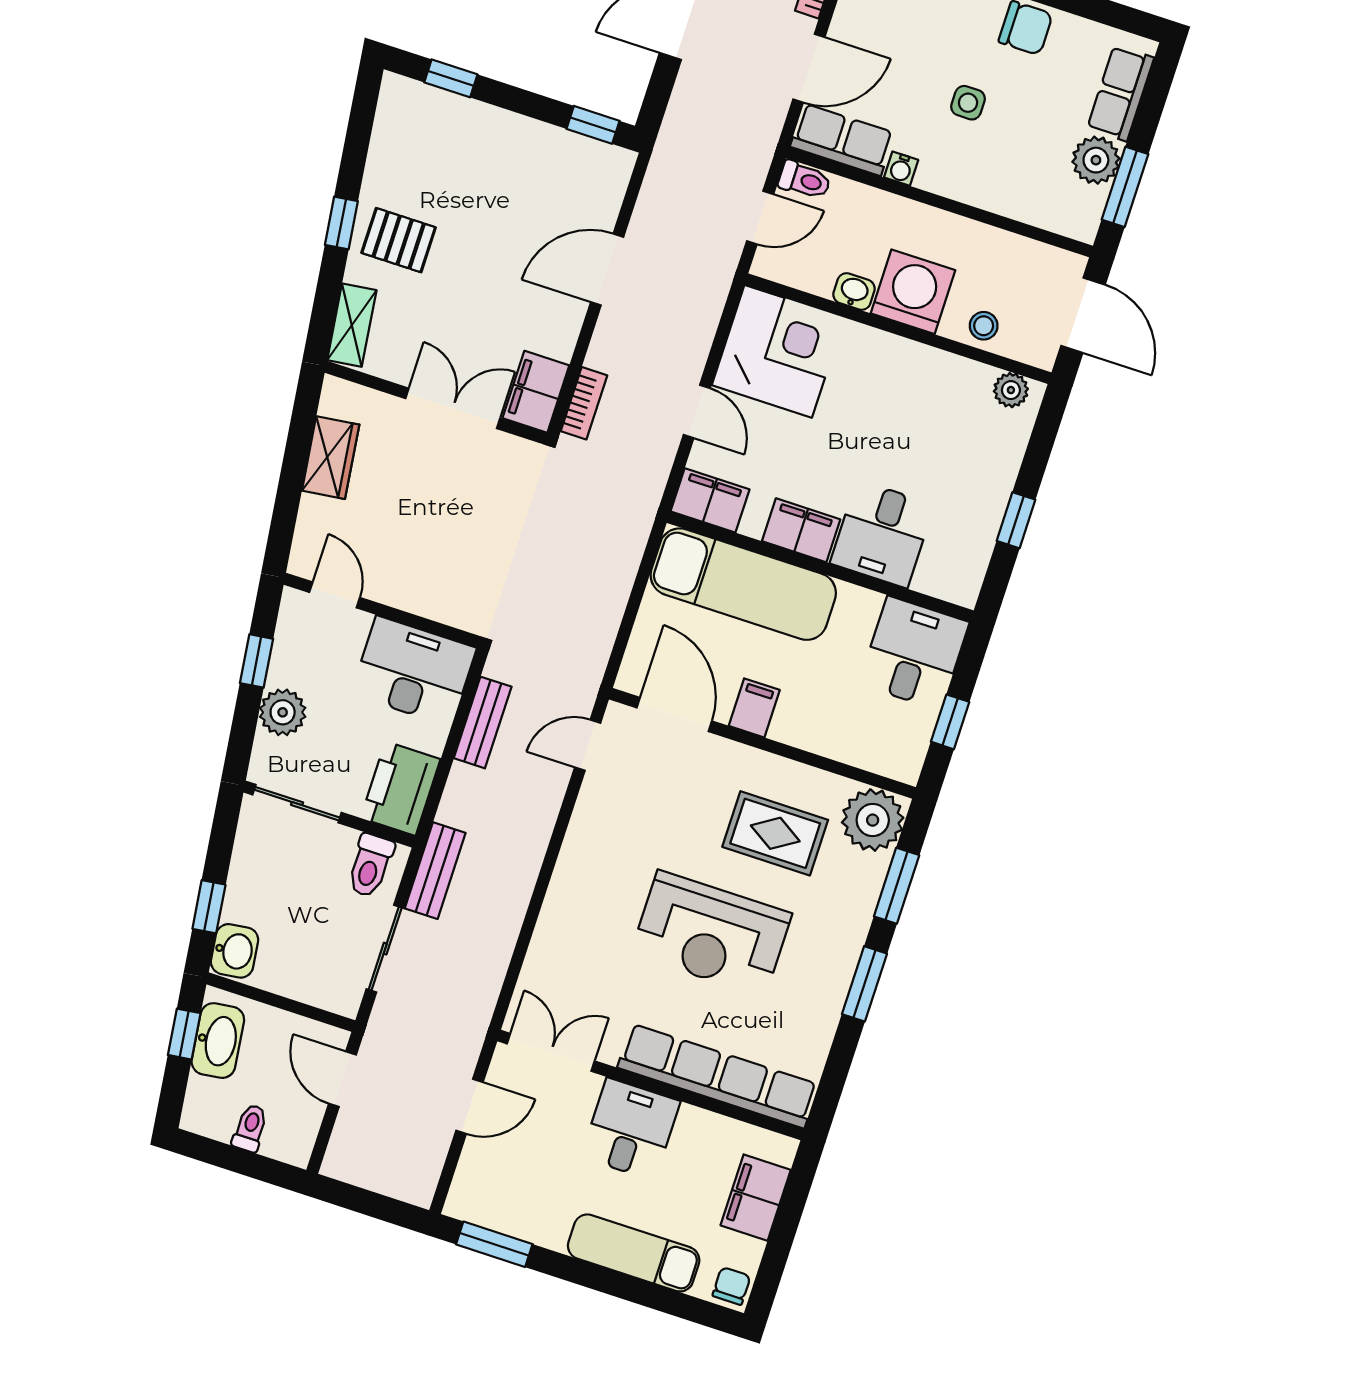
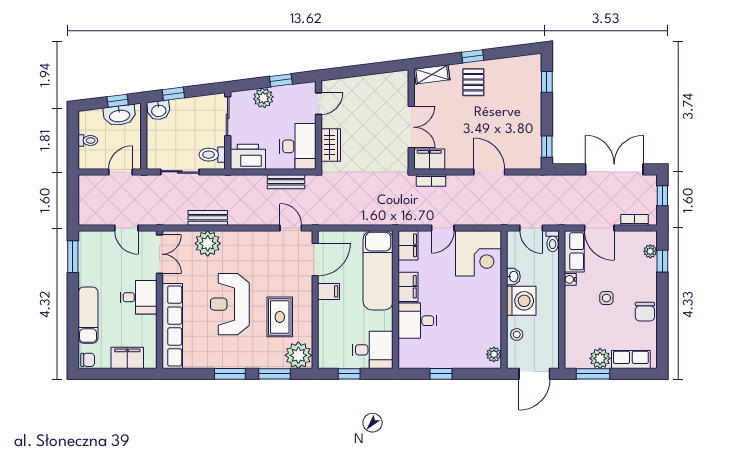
wardrobe: (331, 458) -> (331, 145), moved, turned -83
bench: (435, 871) -> (208, 218), moved
plant: (562, 939) -> (208, 243), added

